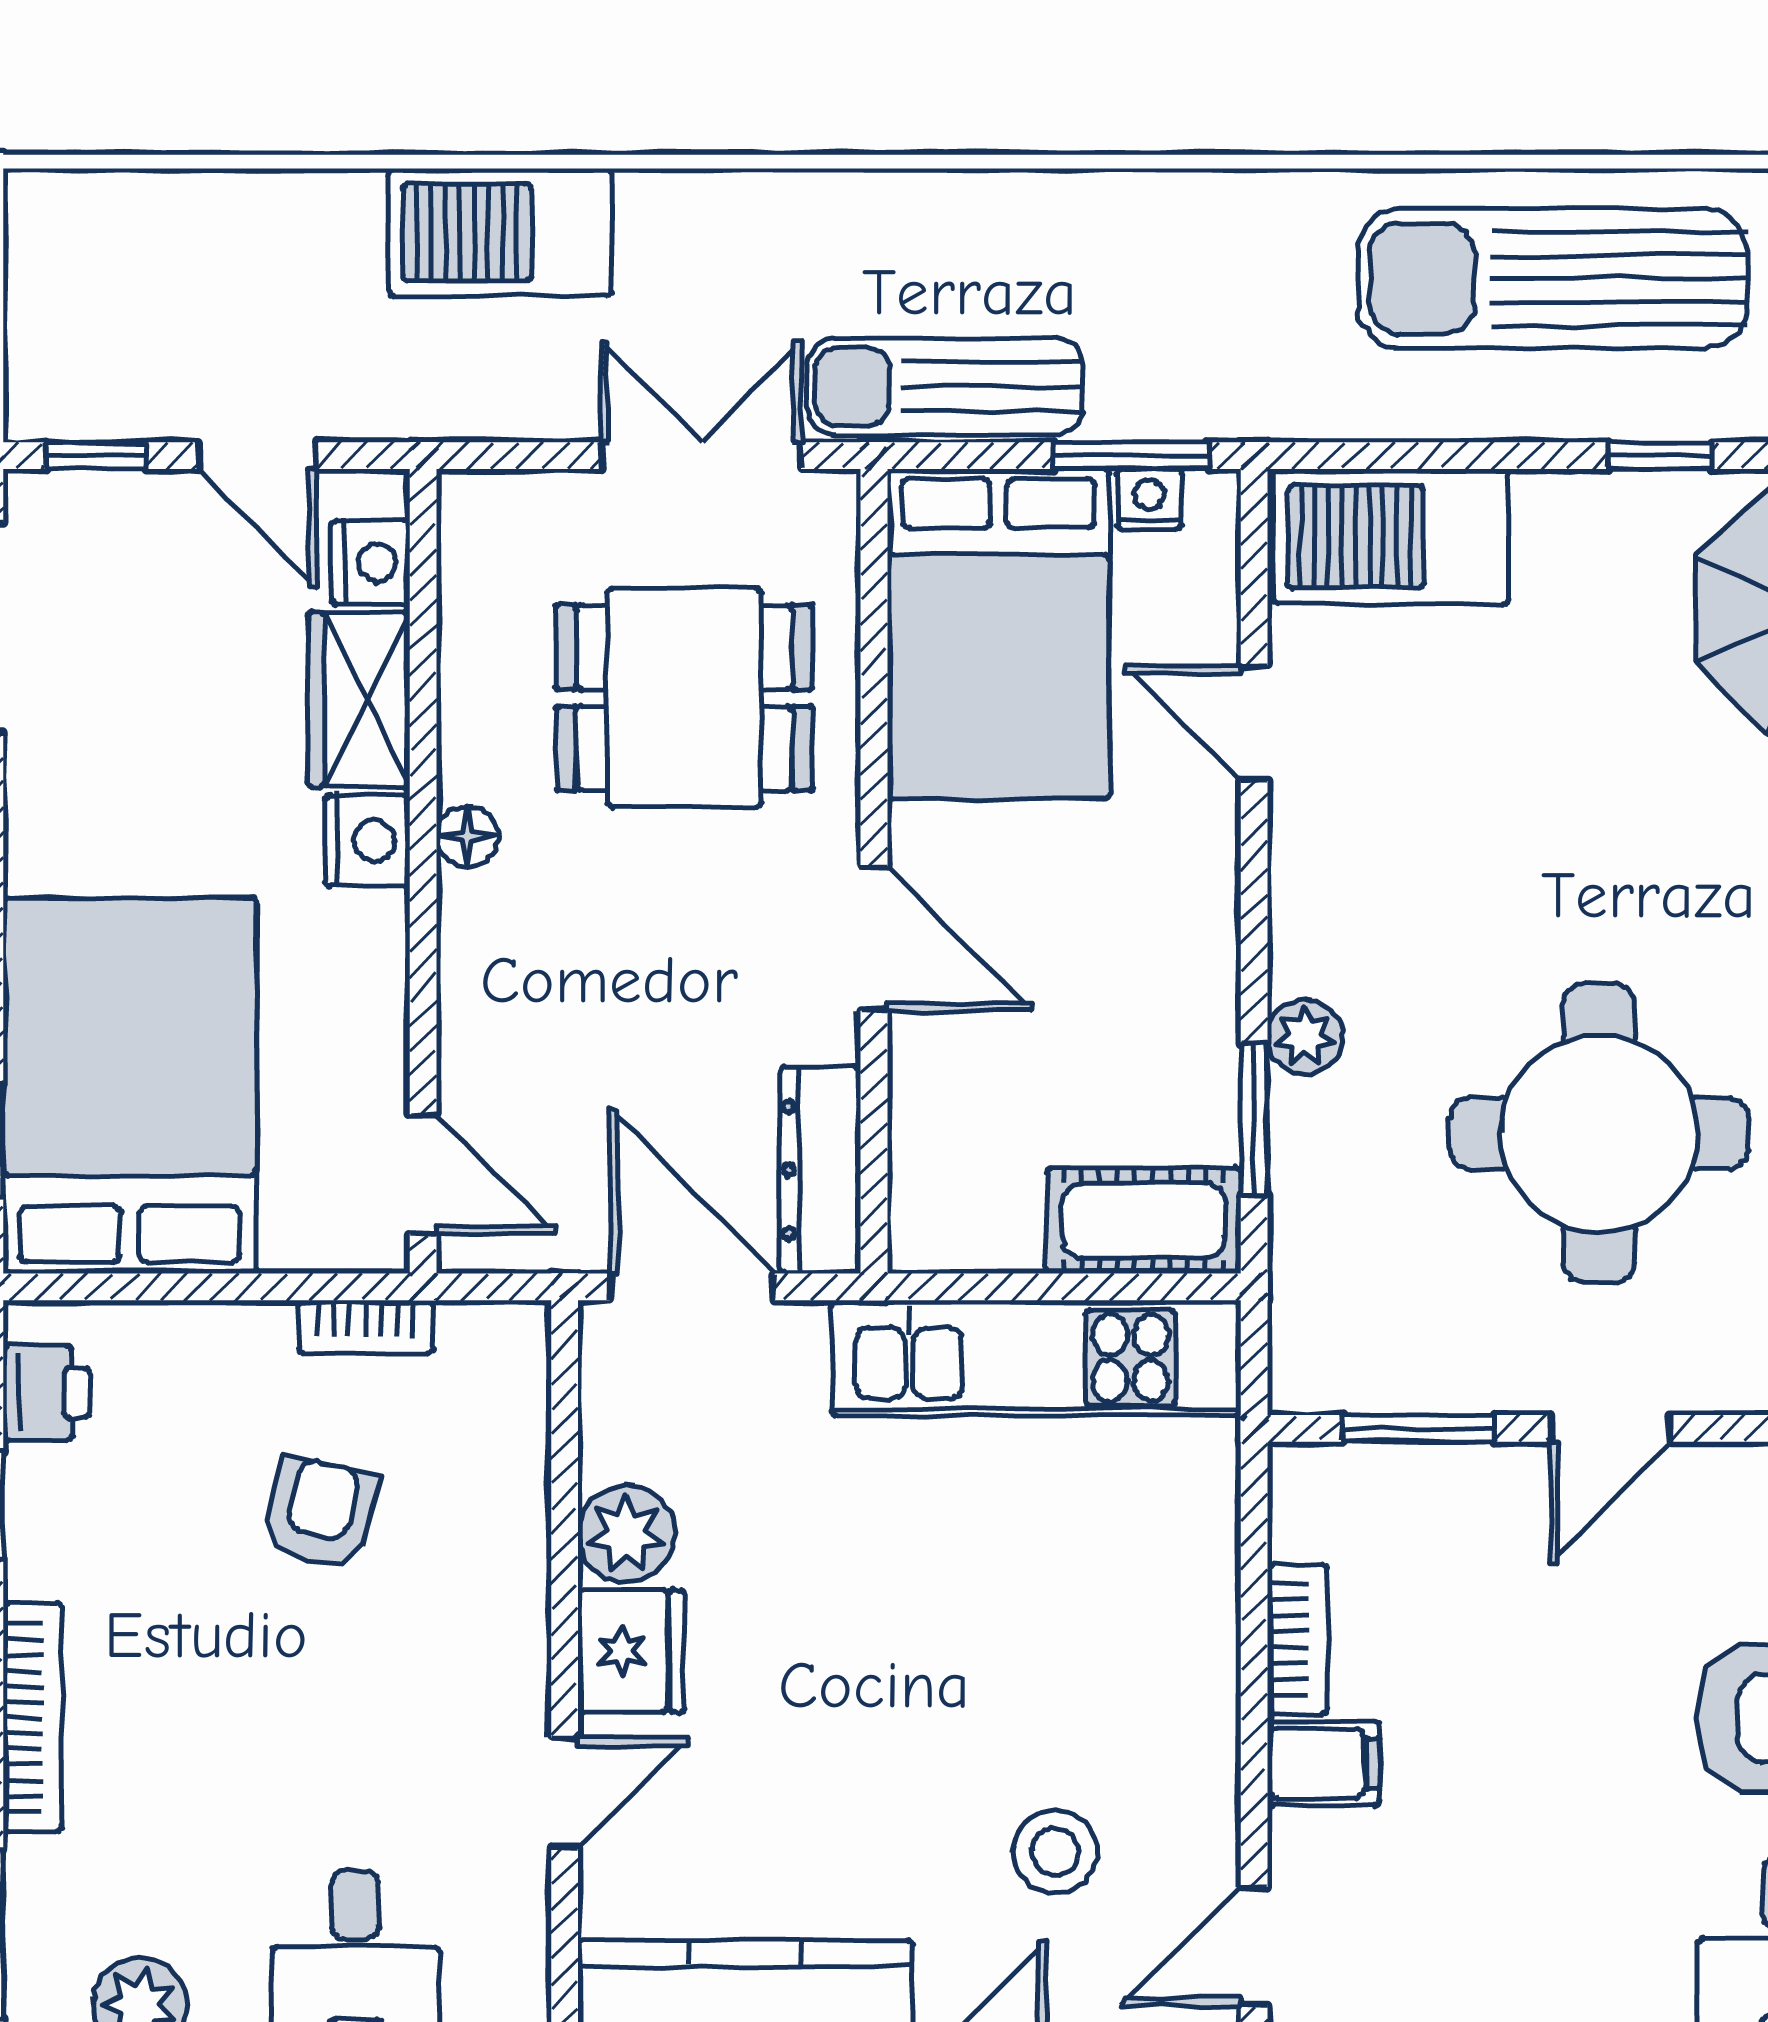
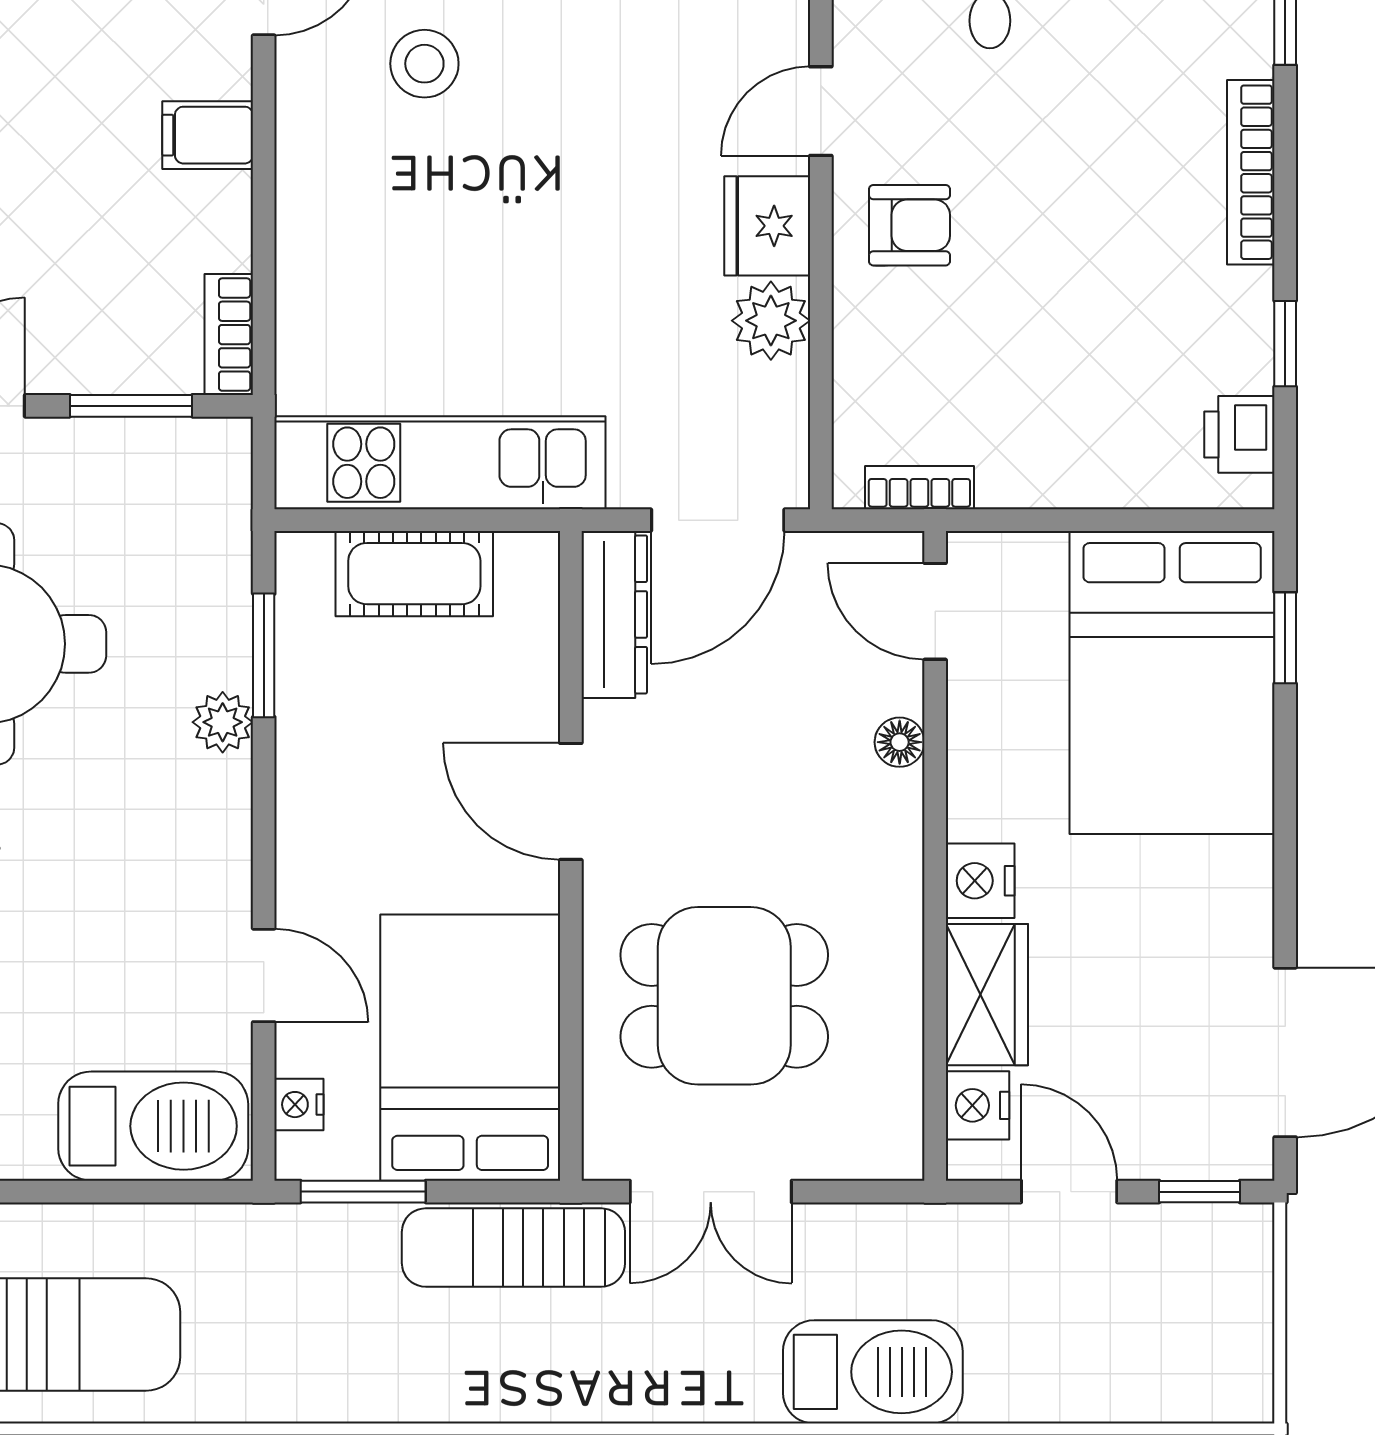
sun lounger: (945, 386) -> (513, 1248), turned 180
nightstand: (1149, 499) -> (299, 1105), moved, turned 90
floor lamp: (467, 837) -> (900, 742), moved
cot: (1144, 1221) -> (414, 574), moved
door: (692, 1287) -> (718, 520), hinge flipped
bookcase: (366, 1327) -> (919, 488), moved
armchair: (320, 1513) -> (909, 225), moved, turned -104
bookcase: (1297, 1639) -> (229, 335), moved

